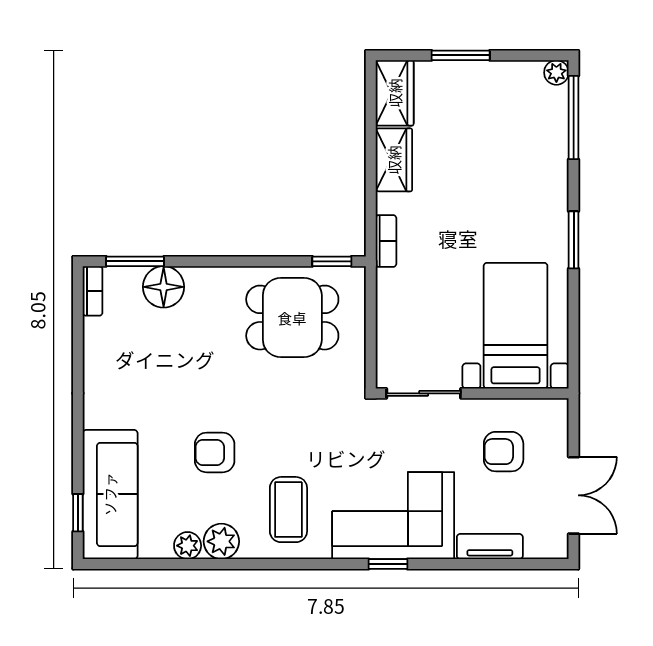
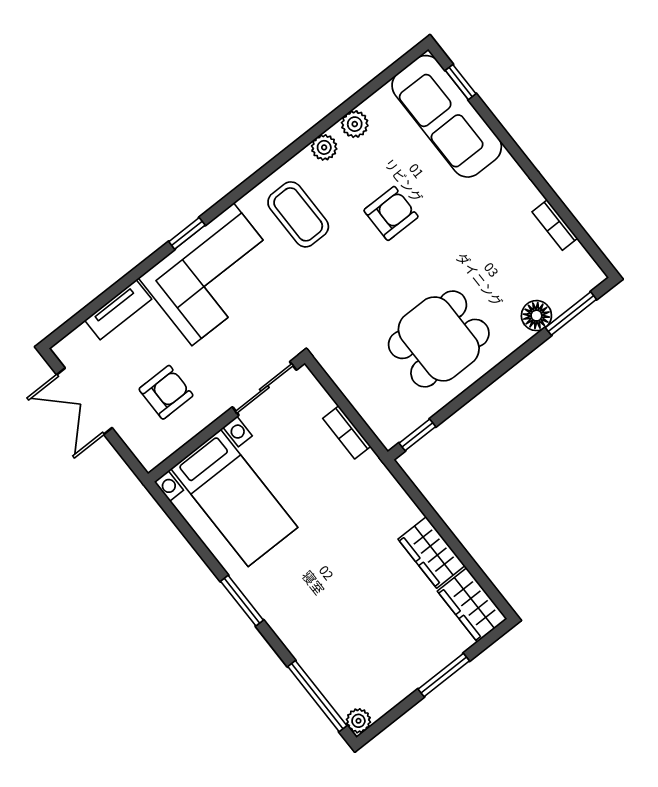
bookcase: (386, 241) -> (347, 432), moved
floor lamp: (164, 287) -> (536, 316), width x0.73, depth x0.73
bookcase: (93, 291) -> (555, 225), moved
dining table: (292, 318) -> (439, 339), moved
plant: (221, 541) -> (324, 147), width x0.73, depth x0.73

